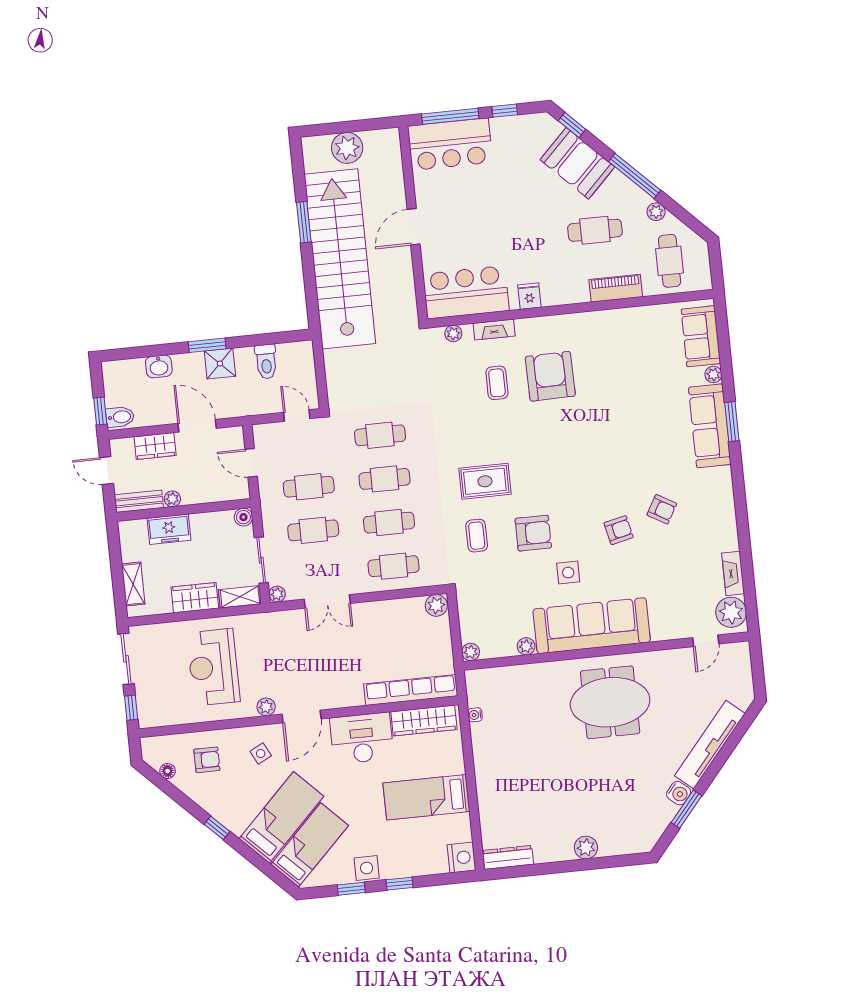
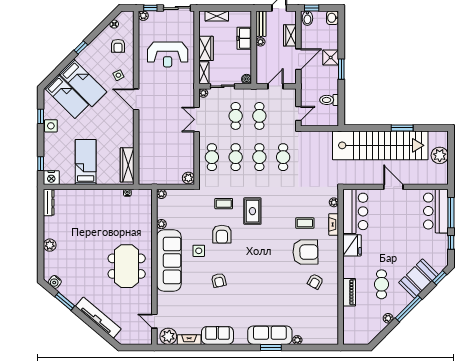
cafe table: (670, 261) -> (361, 323), removed
fridge: (529, 296) -> (352, 245), width x1.88, depth x1.34
sofa: (701, 336) -> (217, 335), moved
shower: (220, 364) -> (331, 58), moved
washbasin: (159, 366) -> (332, 18), moved
armchair: (662, 509) -> (315, 281), moved
reception desk: (213, 667) -> (168, 55), turned 180
row of seats: (411, 690) -> (144, 160), removed
plant: (266, 707) -> (143, 16), moved
desk: (362, 738) -> (121, 130), removed
water cooler: (679, 793) -> (55, 282), moved
window: (399, 884) -> (41, 164), moved

